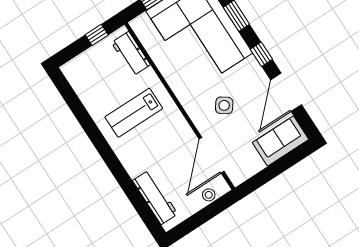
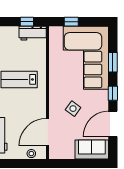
workbench: (131, 54) -> (33, 33), moved, turned -90

